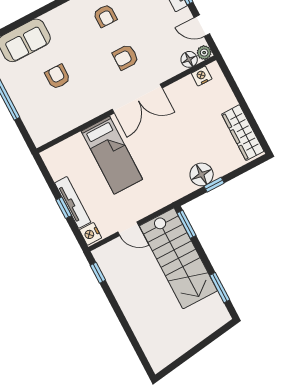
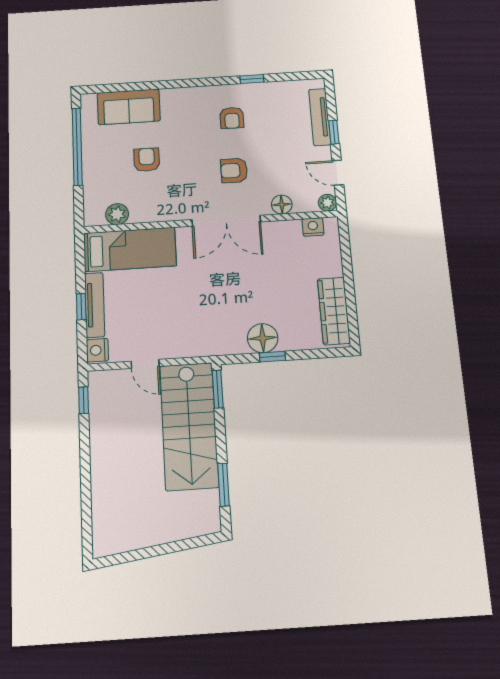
floor lamp: (189, 59) -> (282, 205), moved
plant: (56, 128) -> (117, 214), added
bed: (112, 155) -> (130, 249), moved, turned -90

